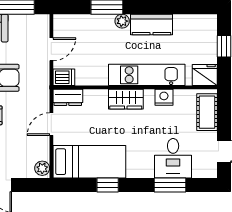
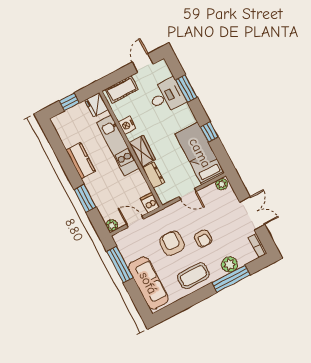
plant: (122, 21) -> (112, 225), moved
dresser: (68, 97) -> (154, 175), moved

